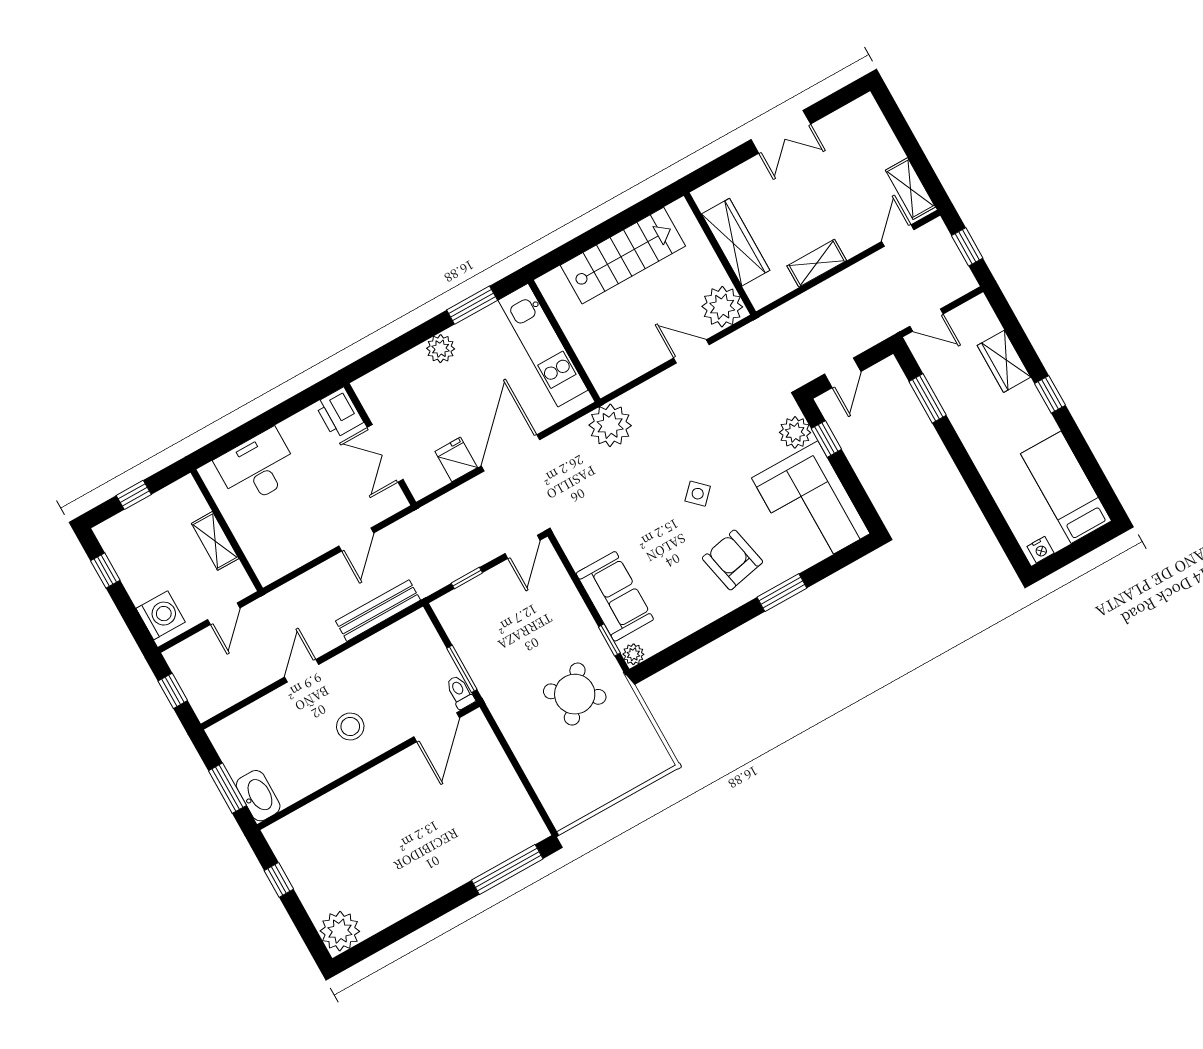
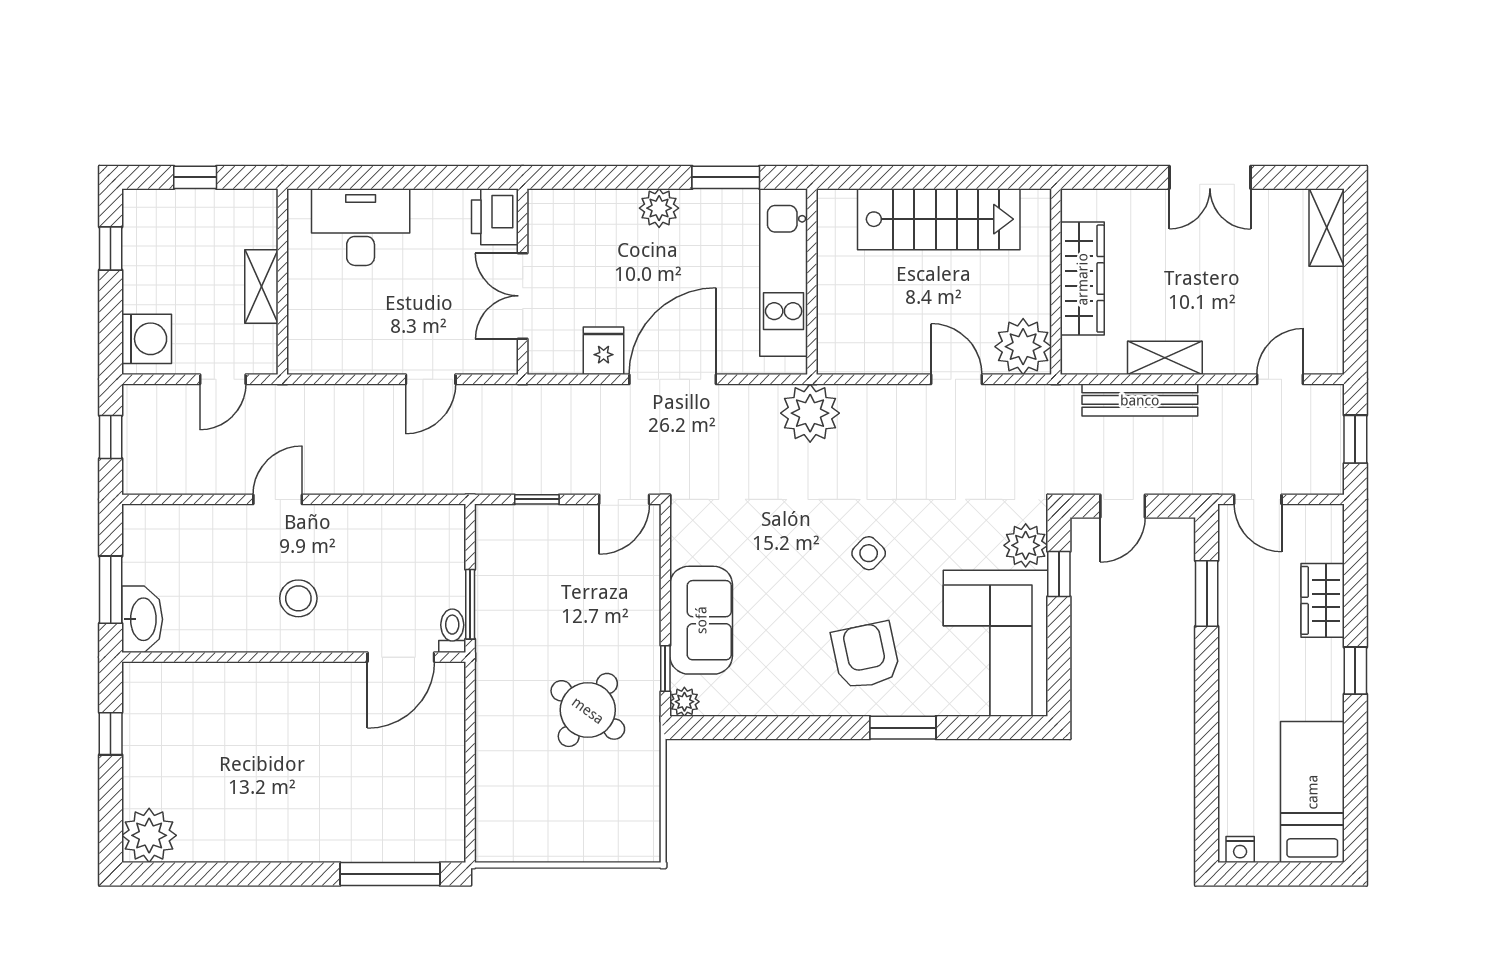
shelving: (910, 189) -> (1327, 227), moved
bench: (378, 611) -> (1140, 400), moved

